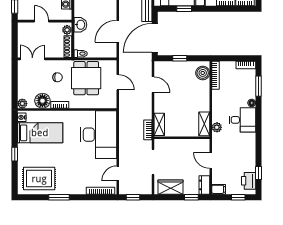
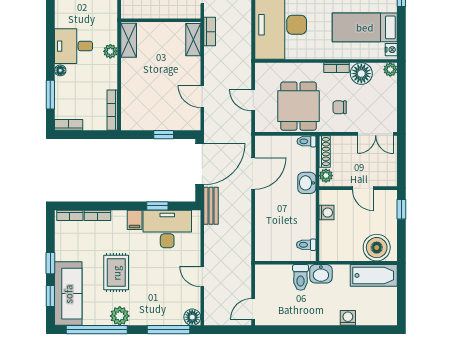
boiler: (203, 73) -> (131, 114), removed
plant: (217, 127) -> (110, 51), moved

